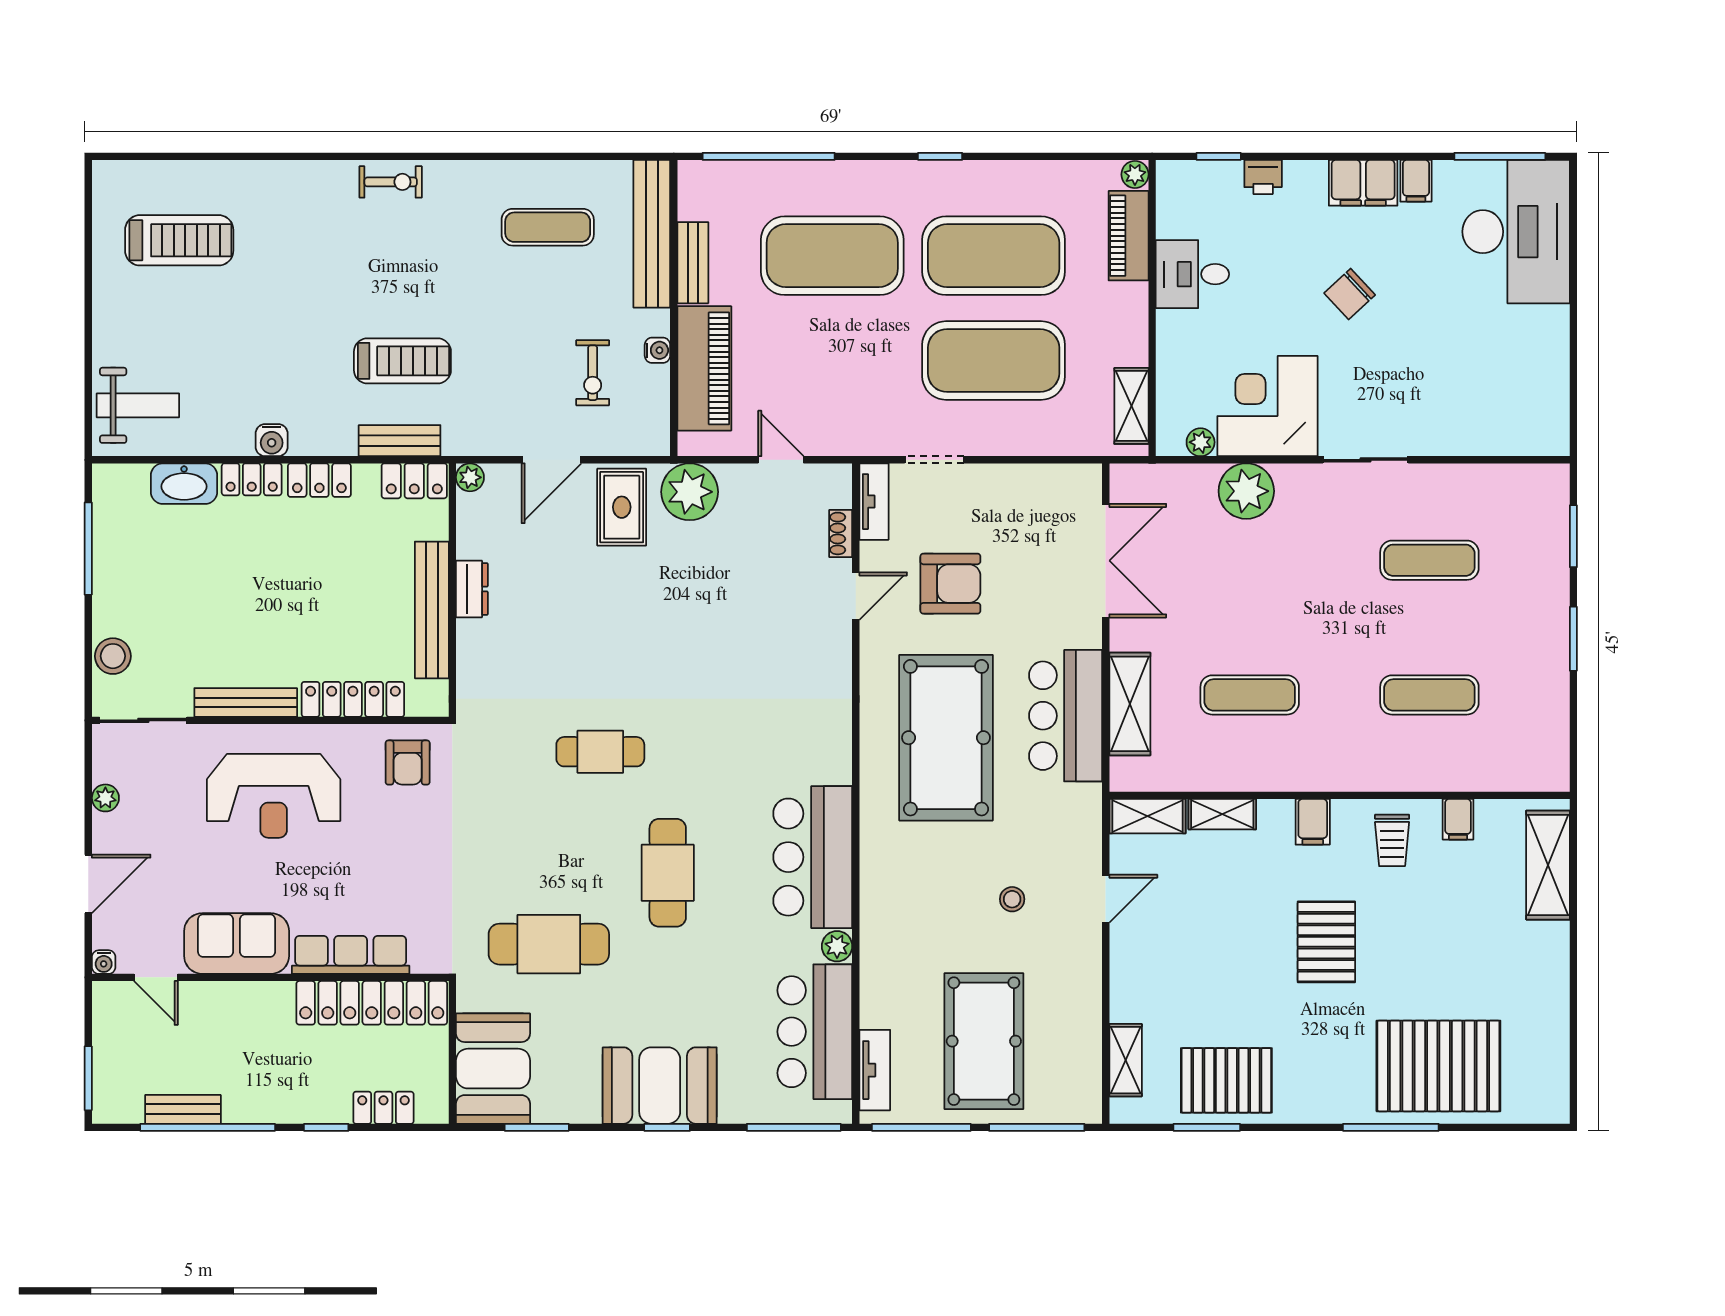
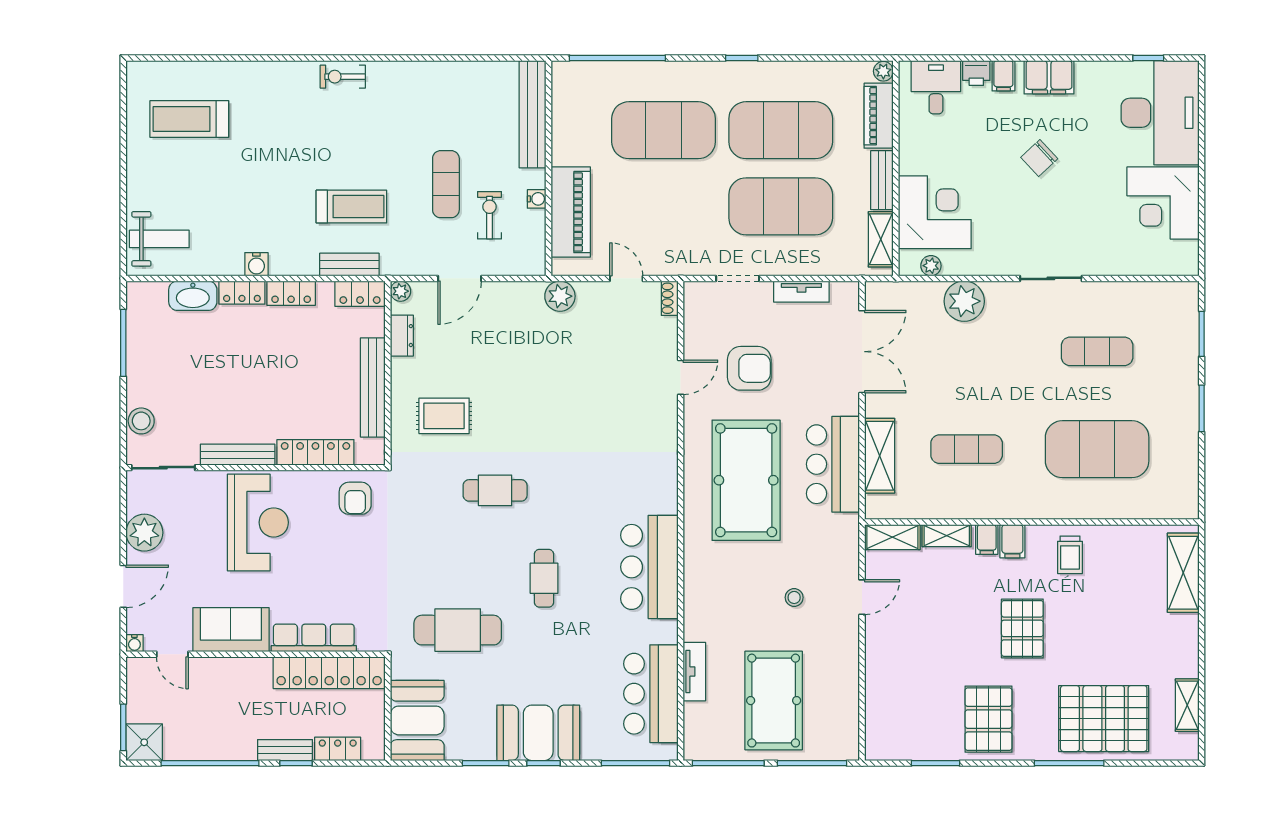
window: (1219, 156) -> (944, 58), removed
window: (1500, 156) -> (1148, 58), width x0.46
filing cabinet: (1416, 181) -> (1003, 76), moved
exercise bike: (391, 182) -> (343, 77), turned 180
exercise mat: (548, 227) -> (446, 184), moved, turned 90
treadmill: (179, 240) -> (189, 119), turned 180
bench: (693, 263) -> (882, 180), moved
desk: (1192, 274) -> (936, 87), moved, turned 90
corner desk: (1520, 356) -> (1163, 203), added
exercise bike: (593, 373) -> (490, 215), turned 180
corner desk: (1268, 406) -> (935, 212), moved, turned 90
plant: (690, 492) -> (560, 296), width x0.73, depth x0.73
tv unit: (874, 502) -> (801, 292), moved, turned 90
rug: (622, 507) -> (444, 416), moved, turned 90
shoe rack: (841, 533) -> (670, 298), moved
dresser: (472, 589) -> (402, 336), moved
exercise mat: (1429, 695) -> (1097, 449), width x2.00, depth x1.45
reception desk: (274, 796) -> (258, 522), turned -90
plant: (105, 798) -> (144, 533), width x1.88, depth x1.88
filing cabinet: (1458, 819) -> (987, 539), moved
cafe table: (668, 873) -> (544, 578), width x0.73, depth x0.74
plant: (837, 946) -> (667, 632), removed
shelving: (1126, 1060) -> (1187, 705), moved
tv unit: (875, 1070) -> (694, 672), moved
pallet: (1226, 1080) -> (989, 719), moved, turned 90
shower: (117, 1099) -> (144, 742), added
bench: (183, 1109) -> (285, 750), moved
window: (537, 1127) -> (486, 763), moved

